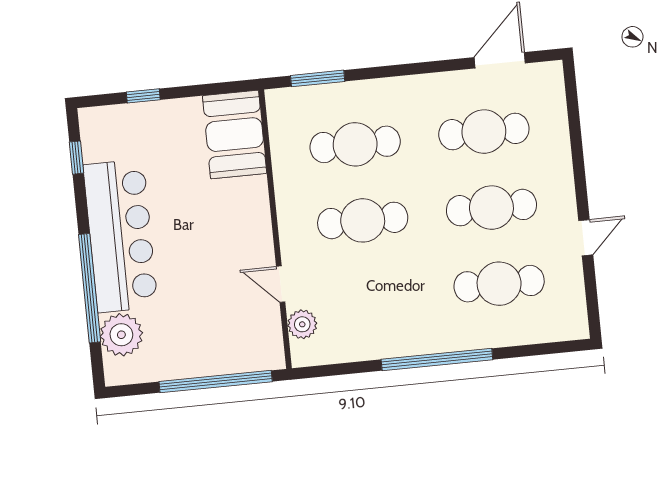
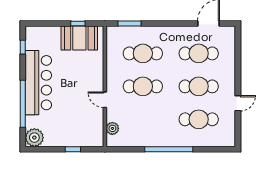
window: (143, 96) -> (78, 24), moved
booth: (235, 135) -> (79, 38), moved, turned 90
door: (281, 284) -> (105, 100), moved
plant: (121, 335) -> (34, 138), moved
window: (216, 382) -> (73, 149), width x0.32

